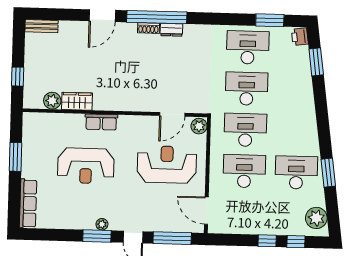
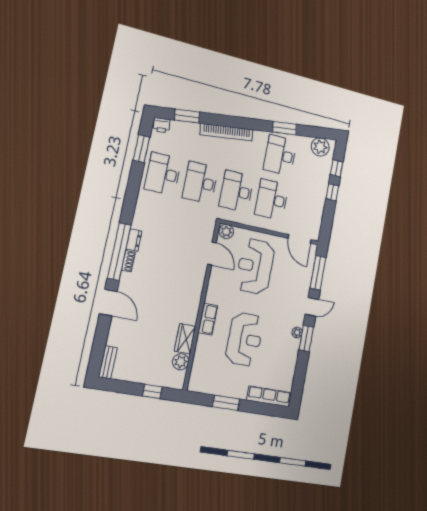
bookcase: (308, 108) -> (226, 132), added
door: (206, 211) -> (300, 239), hinge flipped

